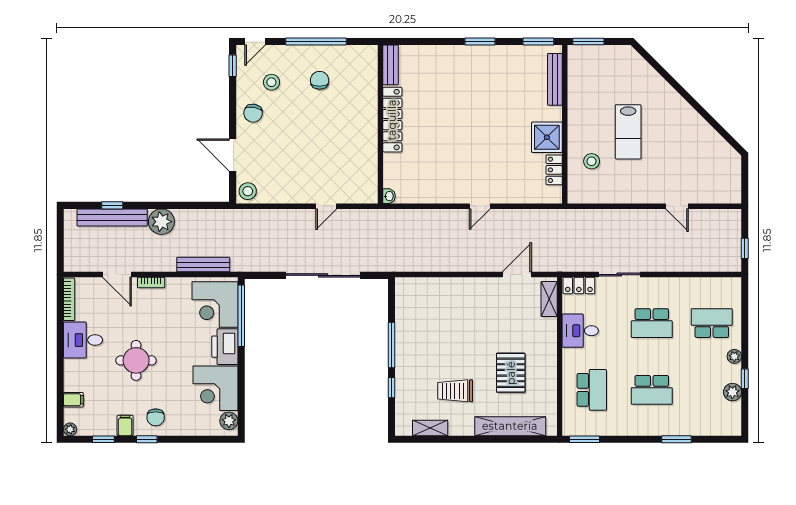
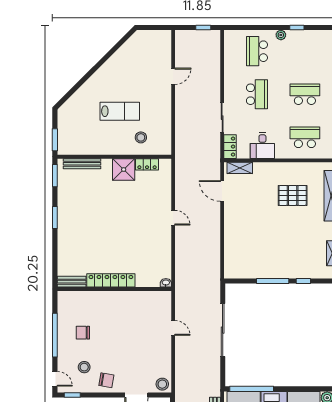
school desk: (652, 390) -> (305, 94), turned -90
trolley: (455, 391) -> (306, 235), removed
plant: (732, 392) -> (306, 36), removed

